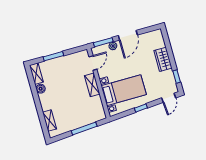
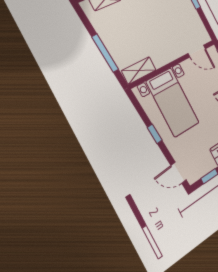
shelving: (92, 85) -> (139, 70), moved

